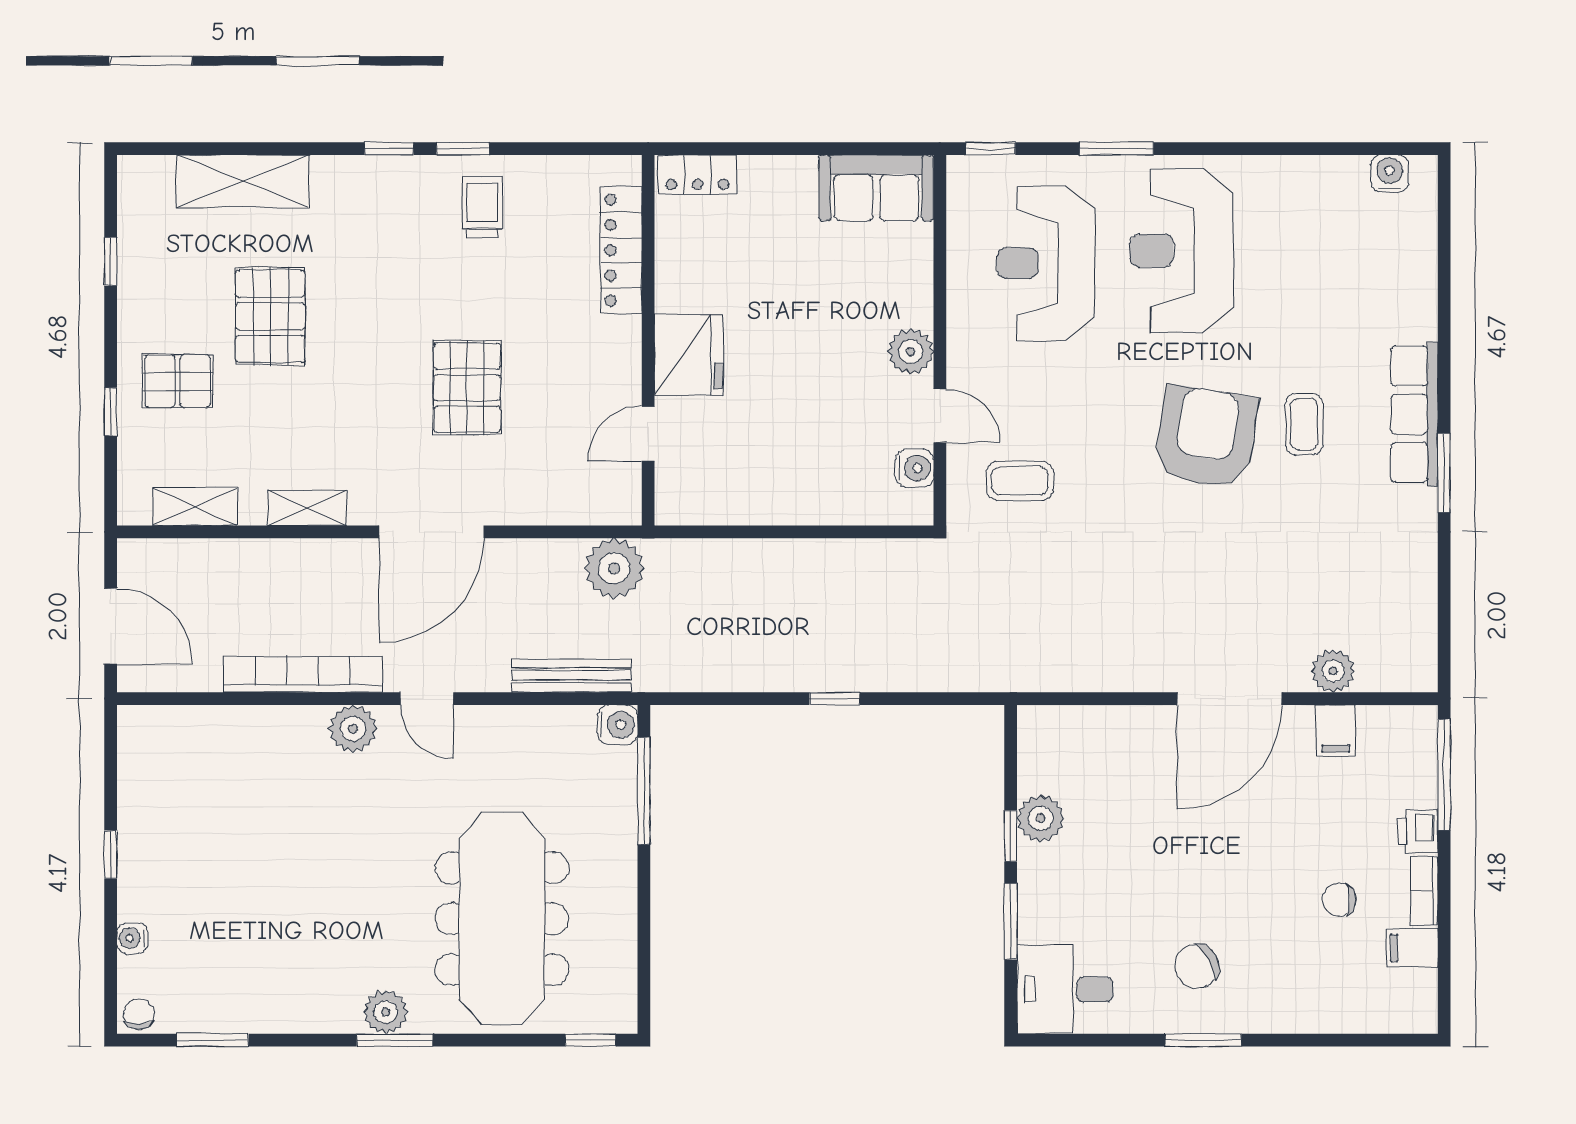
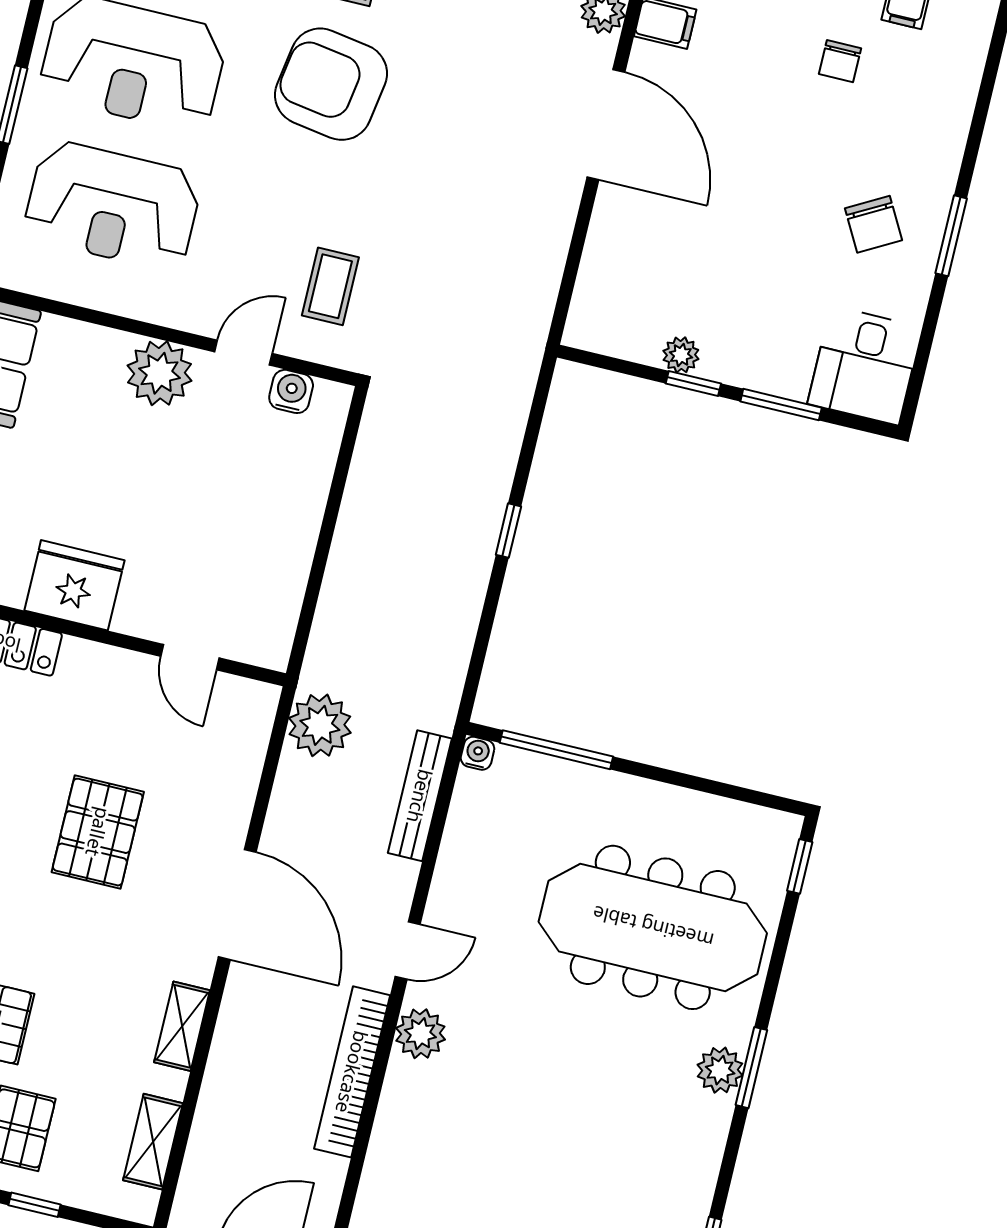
plant: (911, 352) -> (160, 373), width x1.36, depth x1.36
fridge: (689, 355) -> (74, 585), moved
pallet: (467, 388) -> (98, 832), turned 90
water cooler: (618, 725) -> (478, 753), width x0.72, depth x0.72
plant: (1041, 818) -> (681, 355), width x0.73, depth x0.73

